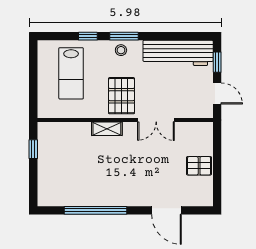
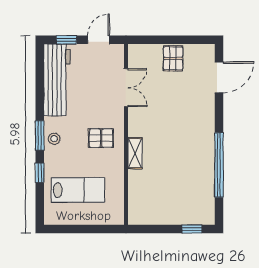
pallet: (122, 96) -> (101, 138), width x0.67, depth x0.71
double door: (156, 120) -> (126, 88), moved
window: (33, 149) -> (192, 229), moved
door: (166, 210) -> (219, 77), moved

